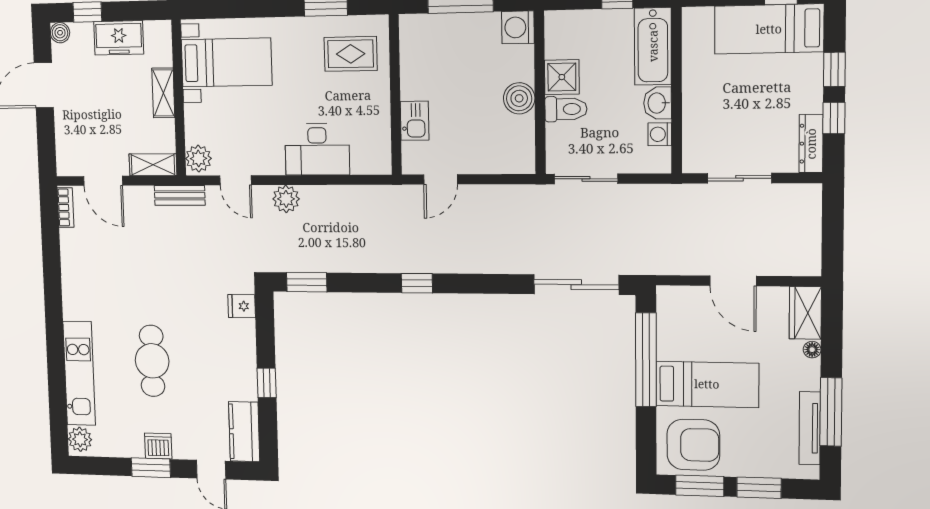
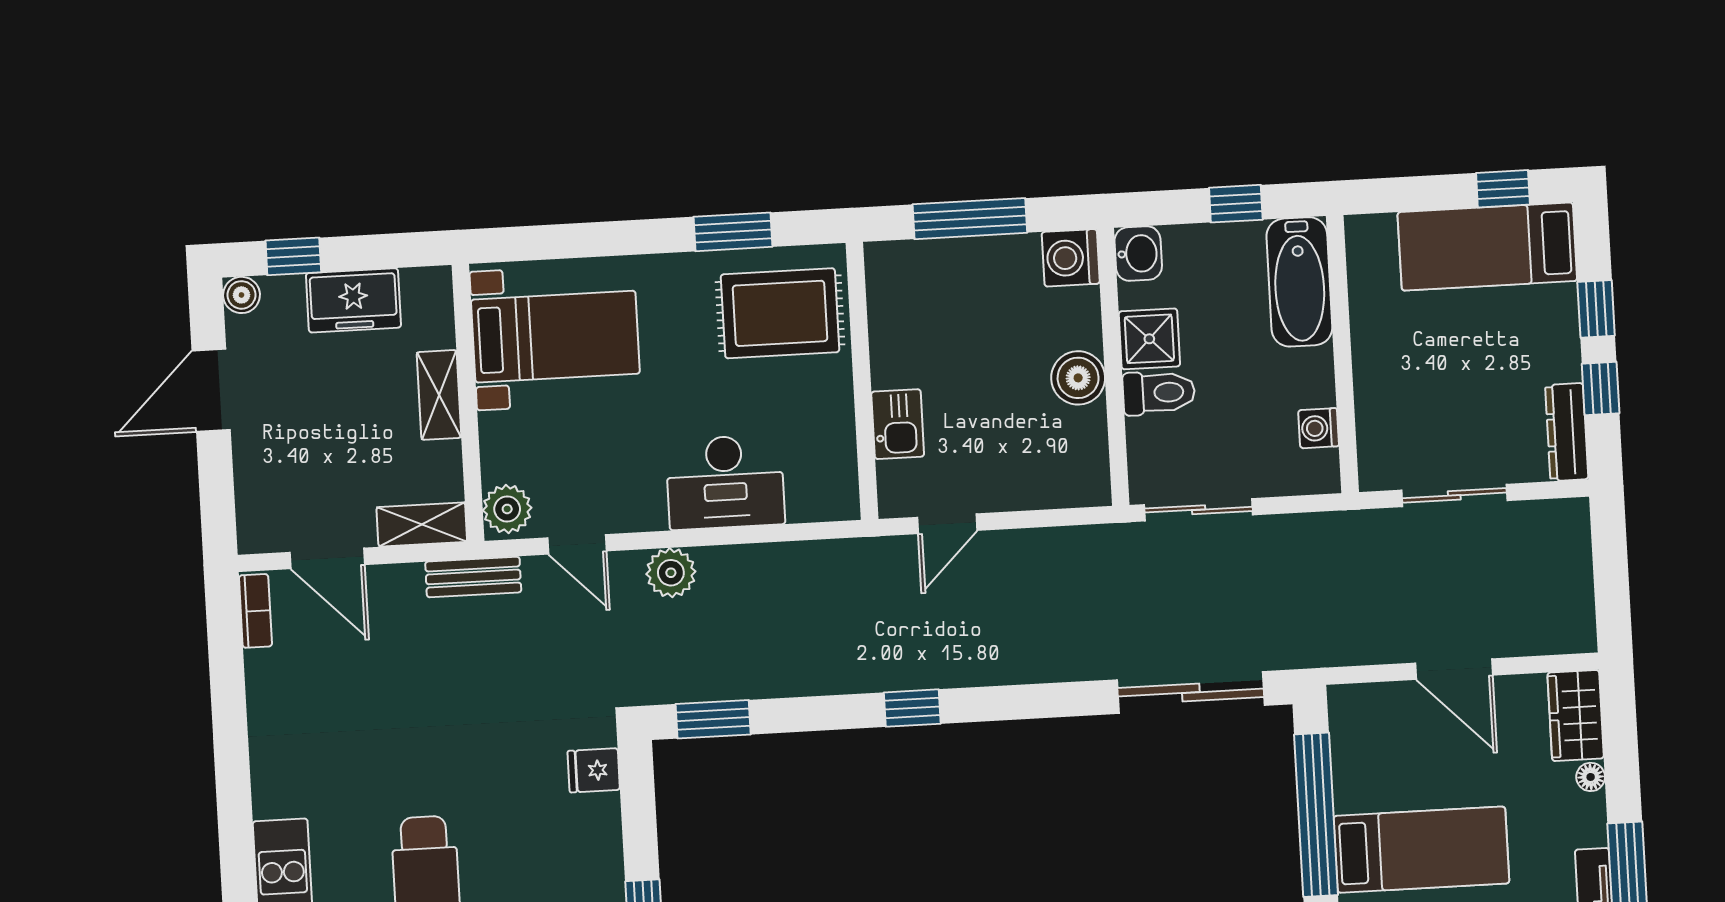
rug: (351, 54) -> (780, 313), width x1.36, depth x1.43
washbasin: (657, 103) -> (1138, 254), moved, turned 180

